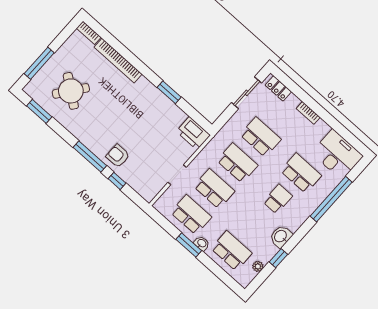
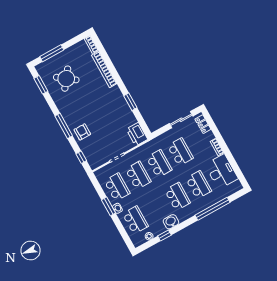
desk: (337, 154) -> (221, 172), moved
window: (117, 181) -> (81, 157), moved
school desk: (278, 199) -> (177, 197), width x1.85

